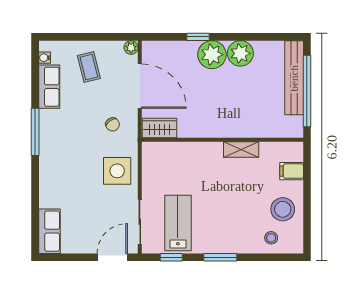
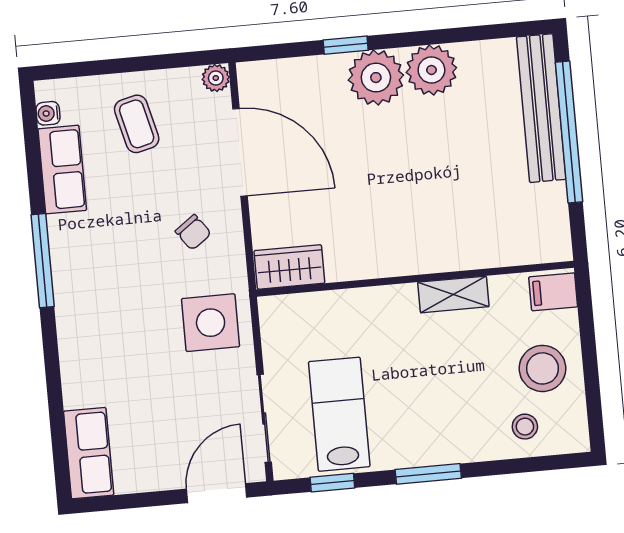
wardrobe: (160, 128) -> (289, 267), moved
wall: (222, 140) -> (415, 279), moved
shelving: (241, 149) -> (453, 294), moved

